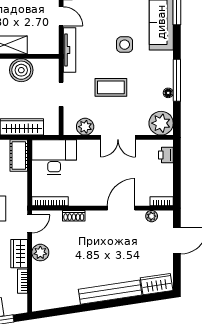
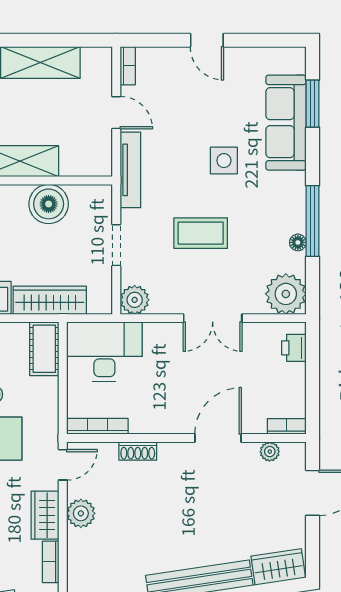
plant: (85, 127) -> (135, 300), moved

